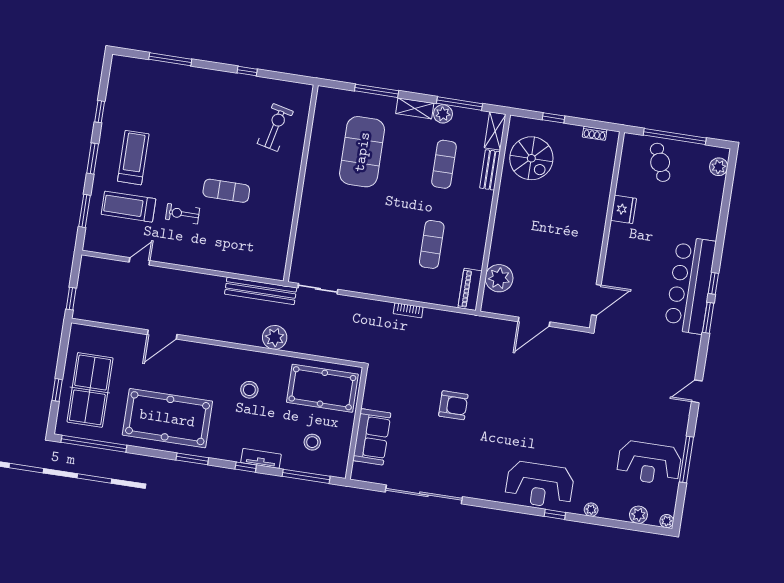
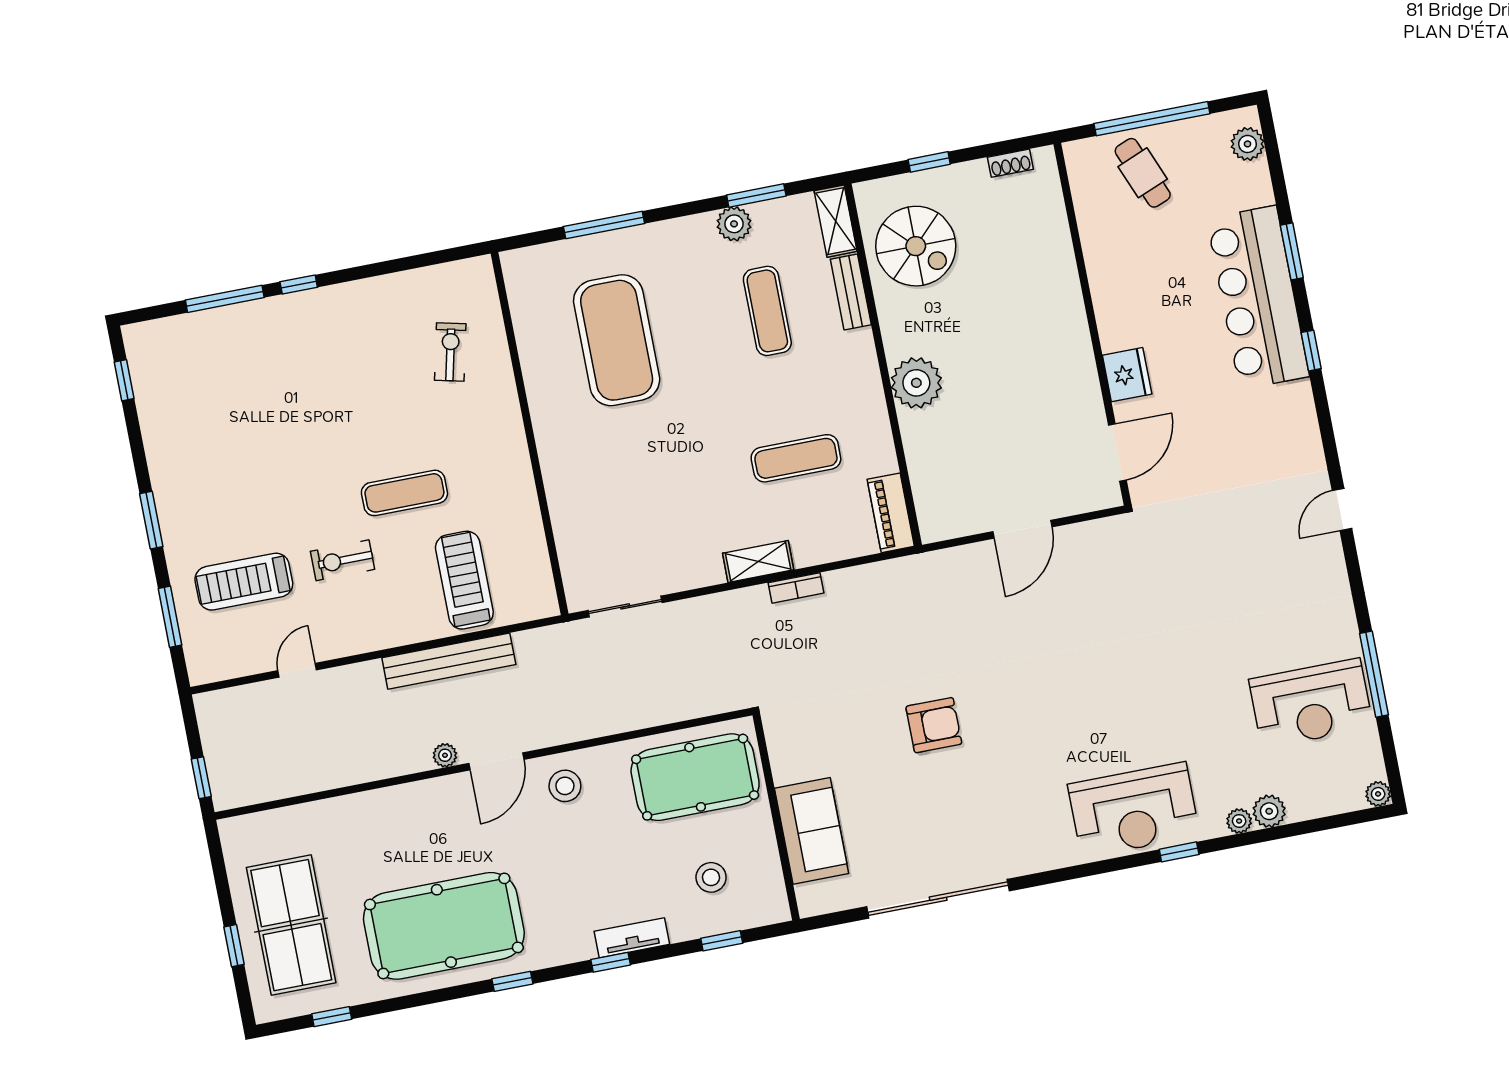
window: (247, 71) -> (299, 284), moved
window: (459, 104) -> (756, 195), width x0.69
shelving: (415, 108) -> (758, 561), moved
window: (100, 112) -> (124, 380), moved
exercise bike: (275, 127) -> (450, 352), width x0.73, depth x0.72
treadmill: (133, 158) -> (464, 580), moved
fridge: (624, 209) -> (1127, 375), moved
exercise mat: (432, 244) -> (796, 458), turned 90
plant: (499, 278) -> (916, 383), moved
bar counter: (690, 285) -> (1258, 297), moved
bench: (261, 291) -> (449, 661), moved
window: (708, 318) -> (1292, 251), moved
door: (162, 334) -> (496, 761), moved
plant: (275, 337) -> (445, 755), moved, width x0.53, depth x0.53
stool: (249, 390) -> (565, 786), moved
door: (697, 391) -> (1342, 510), moved
window: (94, 444) -> (332, 1017), width x0.32
window: (192, 459) -> (512, 981), width x0.67
window: (306, 476) -> (722, 941), width x0.46
plant: (638, 515) -> (1269, 811), moved

